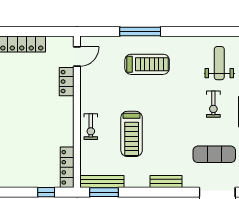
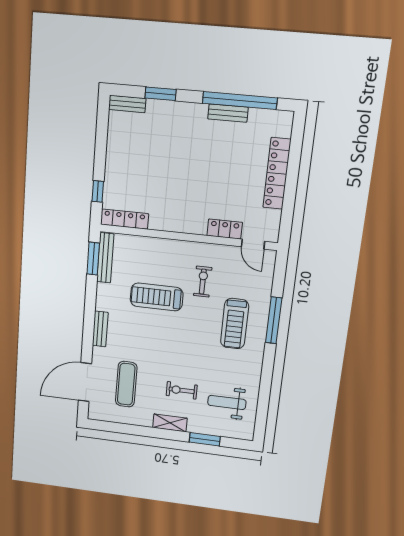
weight bench: (219, 63) -> (227, 402), turned 180
exercise bike: (91, 127) -> (203, 282), moved, turned 90

